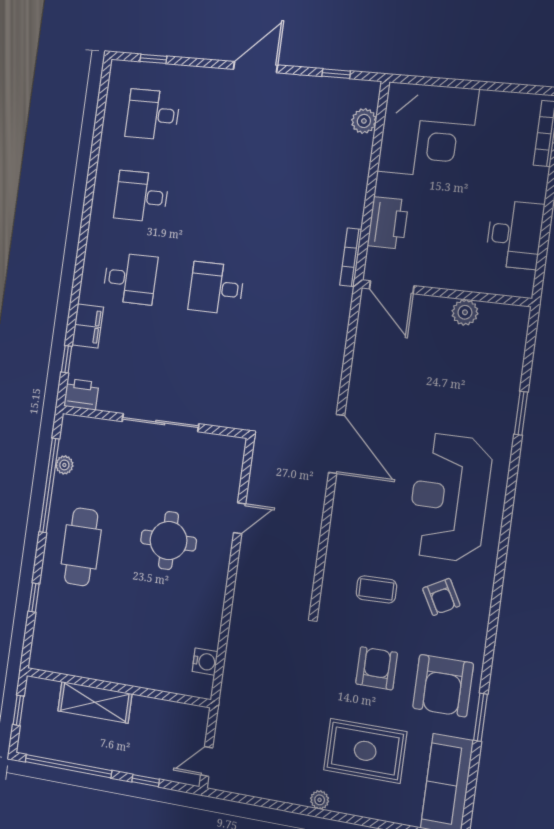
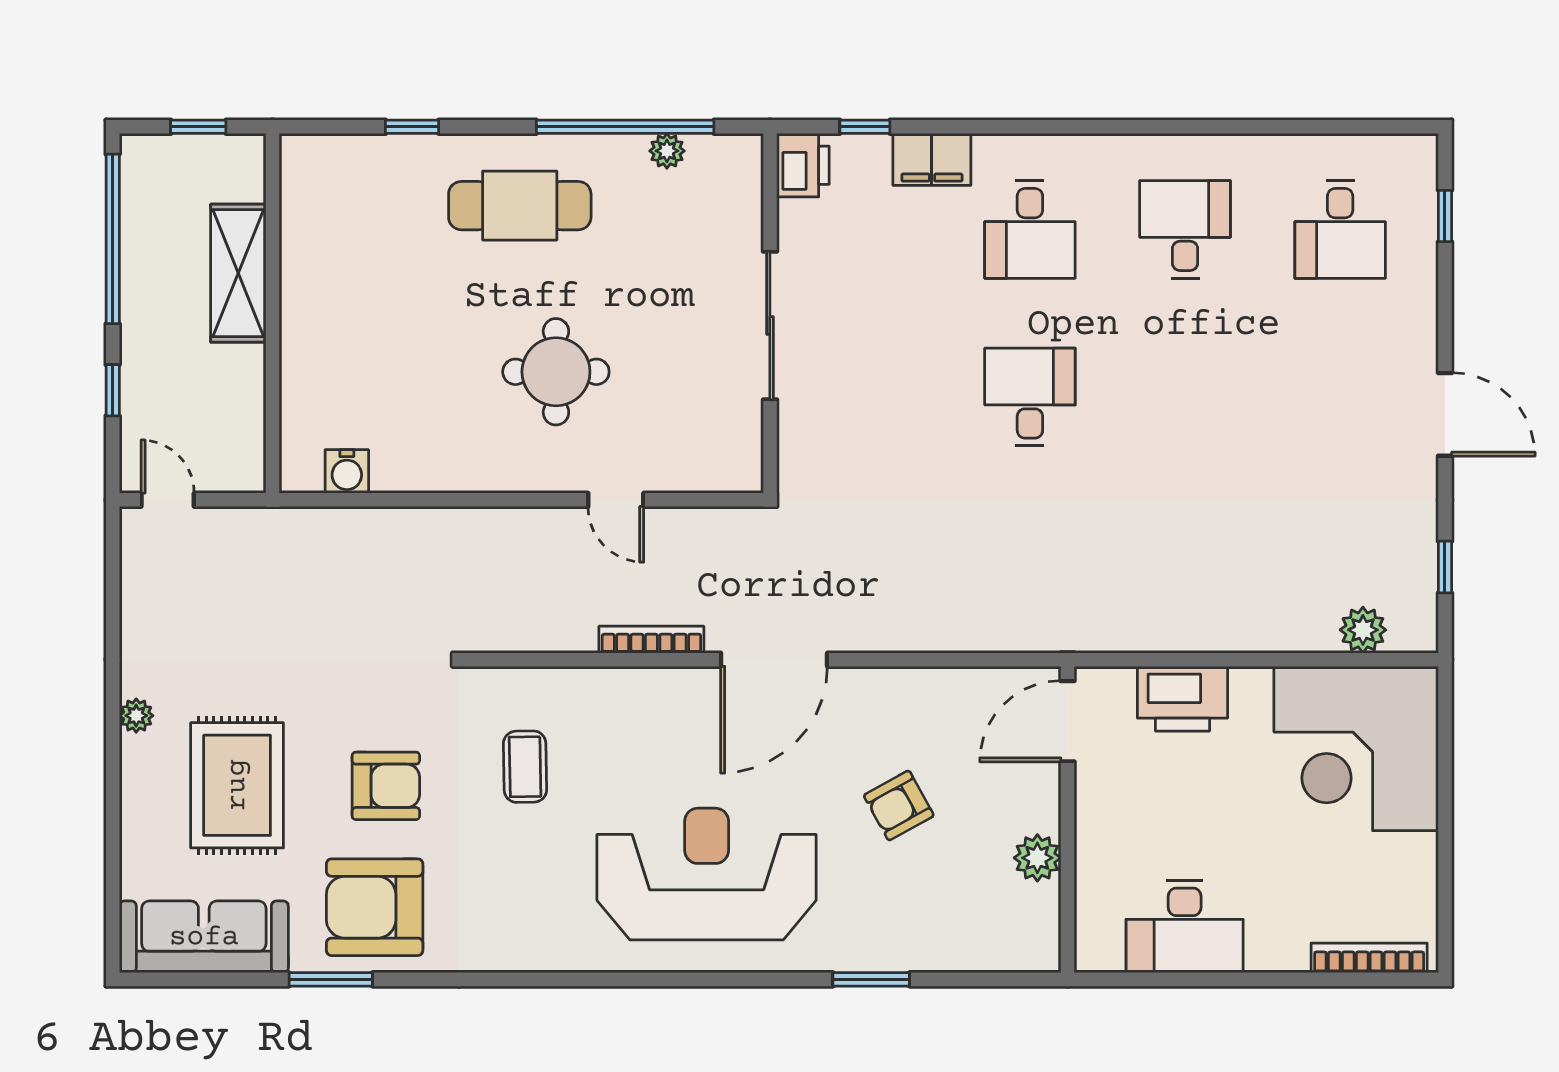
desk: (153, 115) -> (1340, 229), turned 180
bookcase: (351, 257) -> (651, 640), moved
armchair: (441, 597) -> (899, 806), moved

